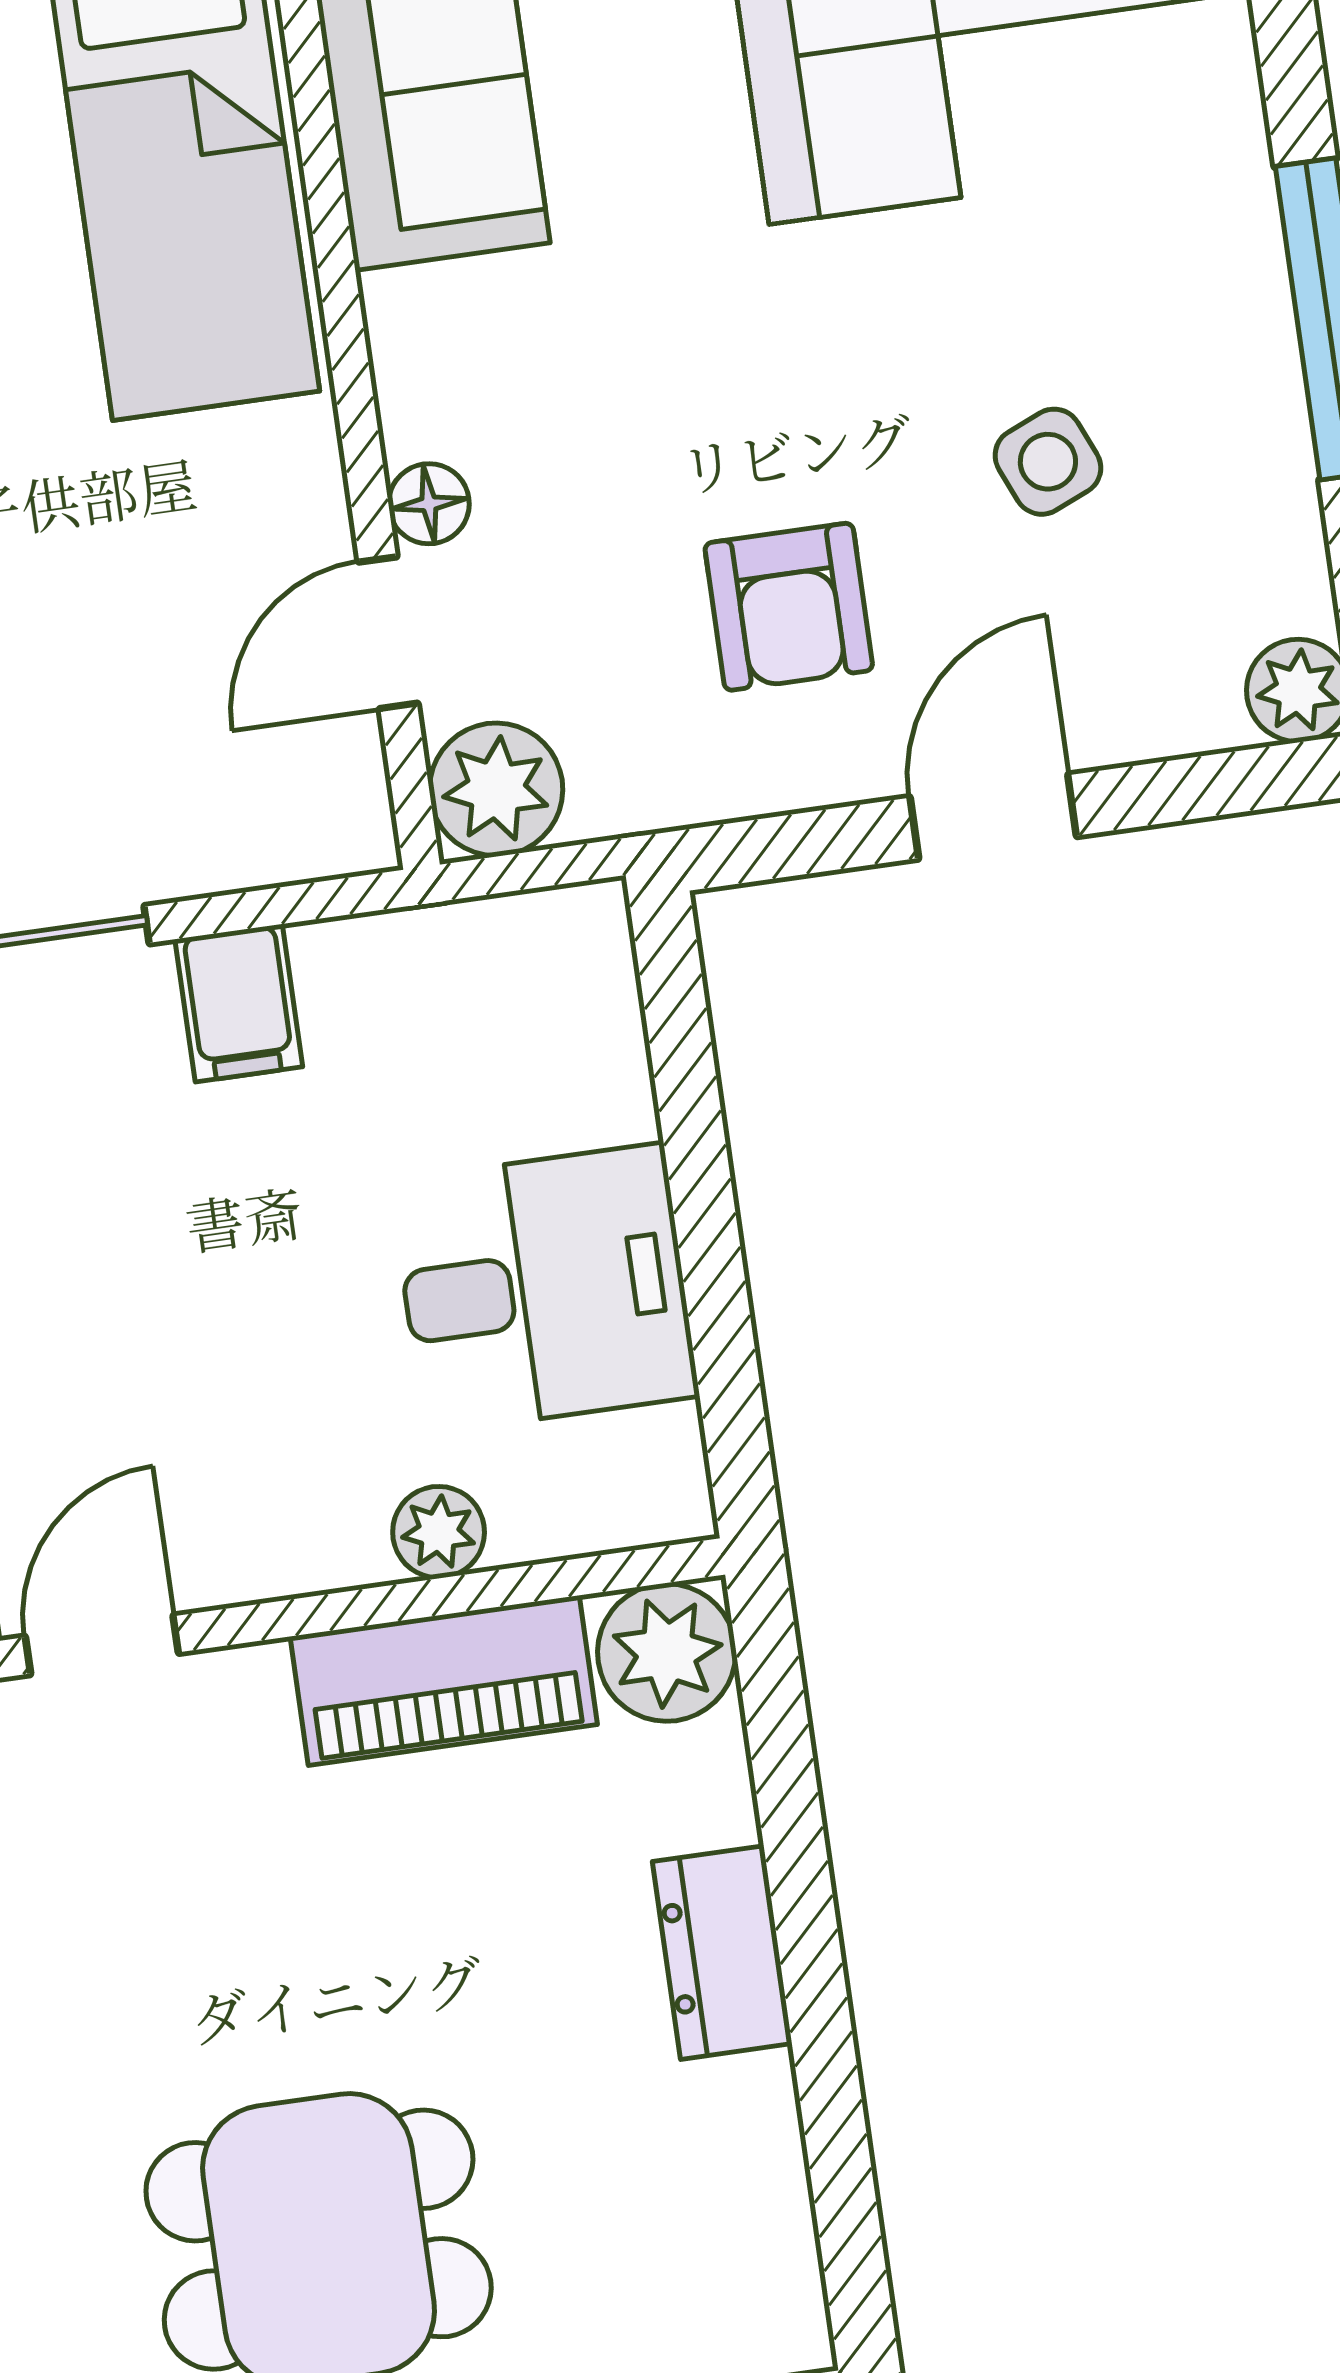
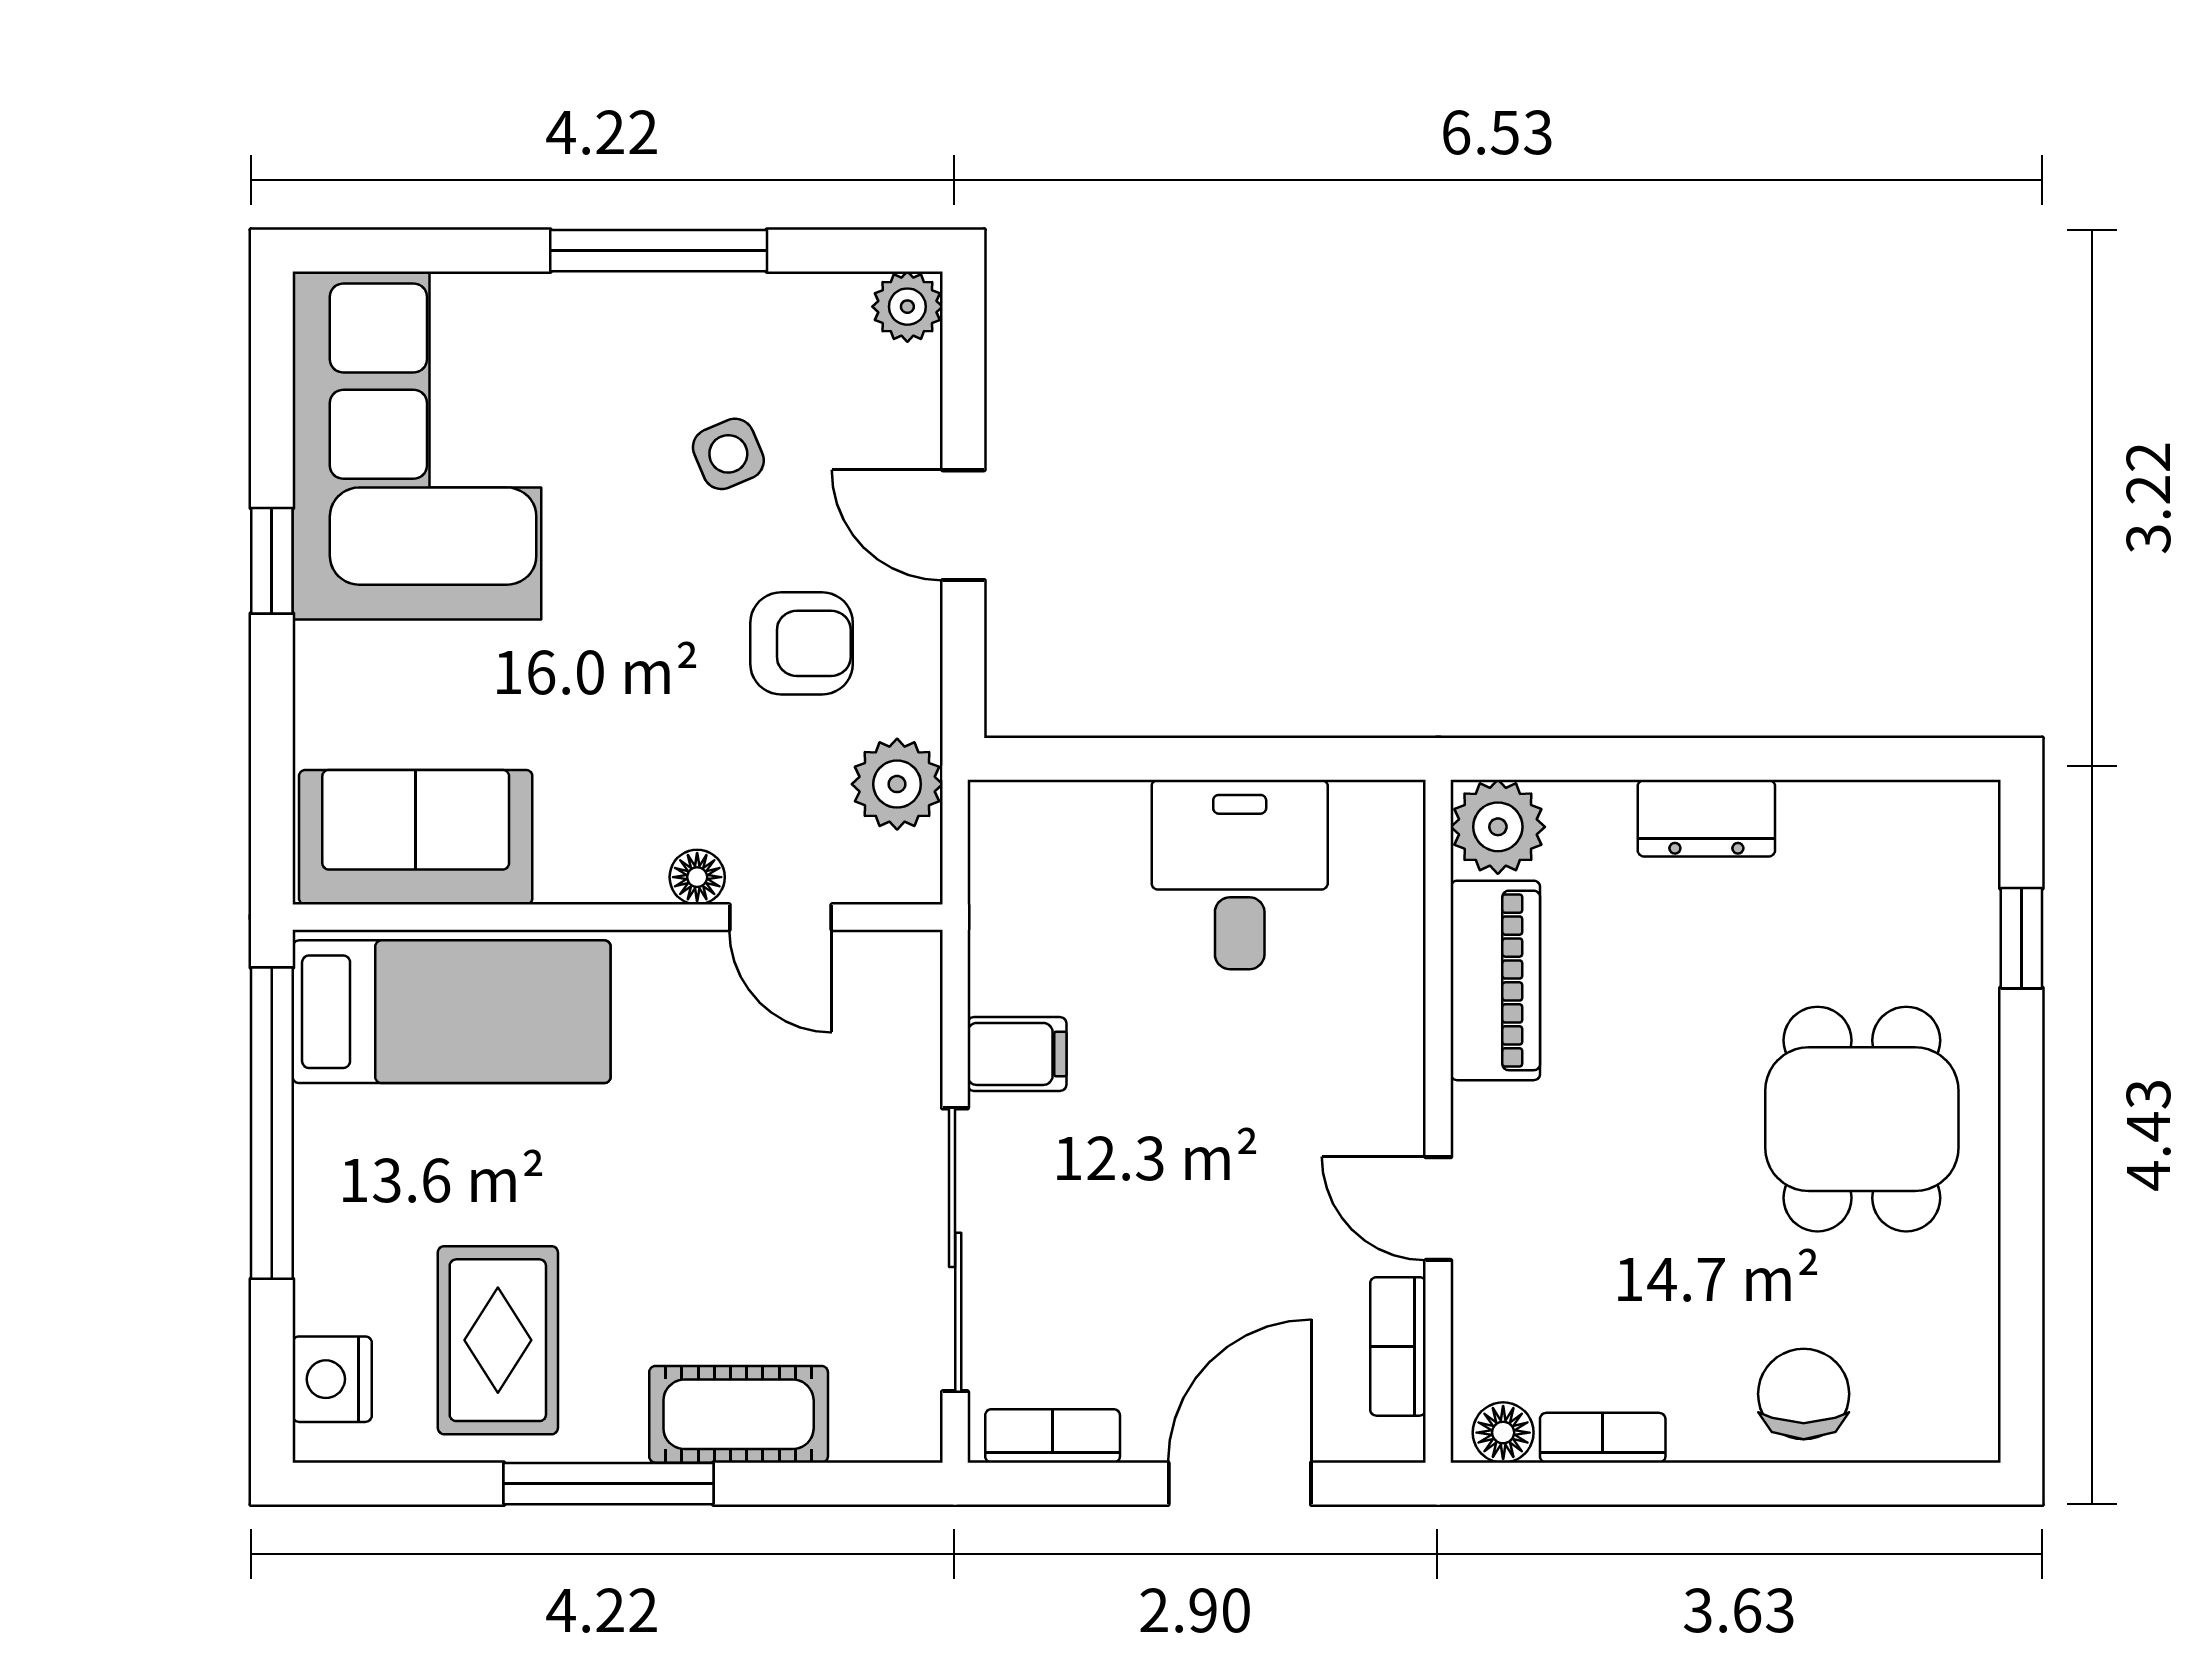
plant: (496, 789) -> (897, 784), moved
plant: (439, 1532) -> (1394, 970), removed

